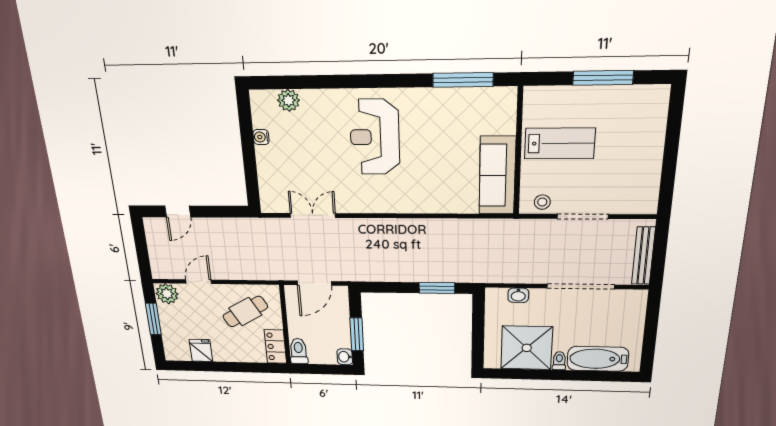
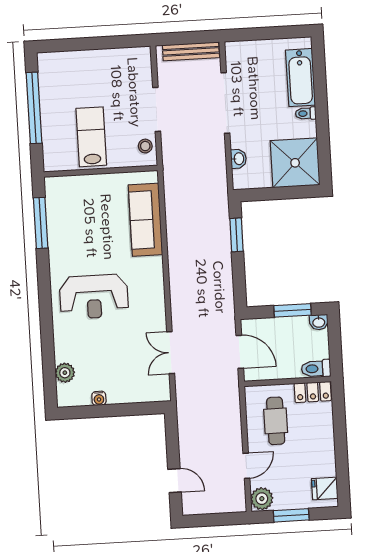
window: (603, 78) -> (34, 108), width x1.46
sofa: (497, 176) -> (145, 220), moved, turned 90
door: (199, 282) -> (246, 466), swing flipped
cafe table: (245, 312) -> (276, 421), turned 30
shower: (527, 348) -> (295, 163), moved
fridge: (201, 350) -> (325, 488), moved

